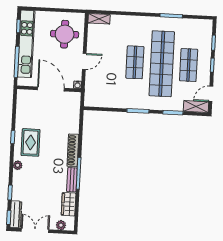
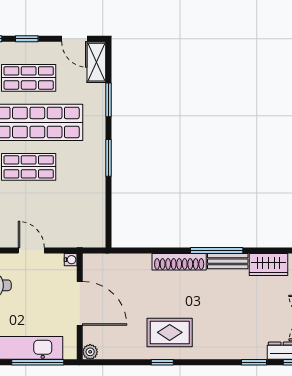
door: (51, 89) -> (80, 303), swing flipped
plant: (18, 165) -> (90, 352), moved

